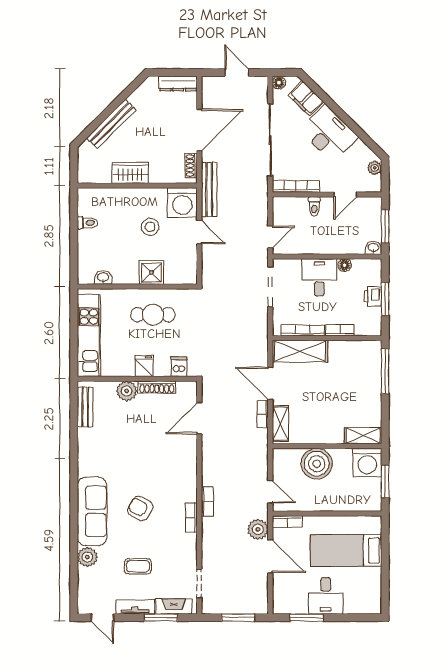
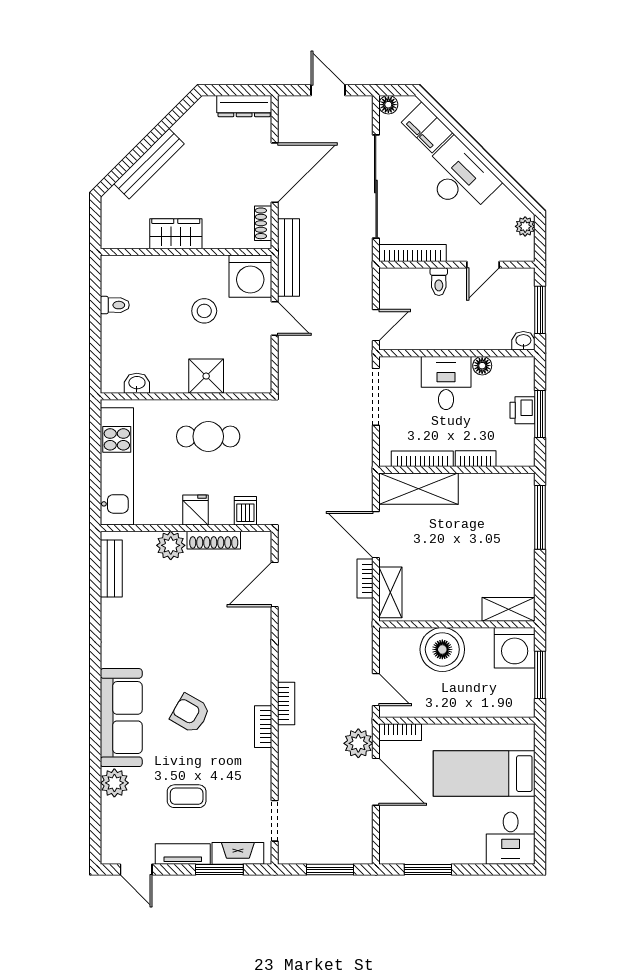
desk: (326, 596) -> (511, 838), moved

